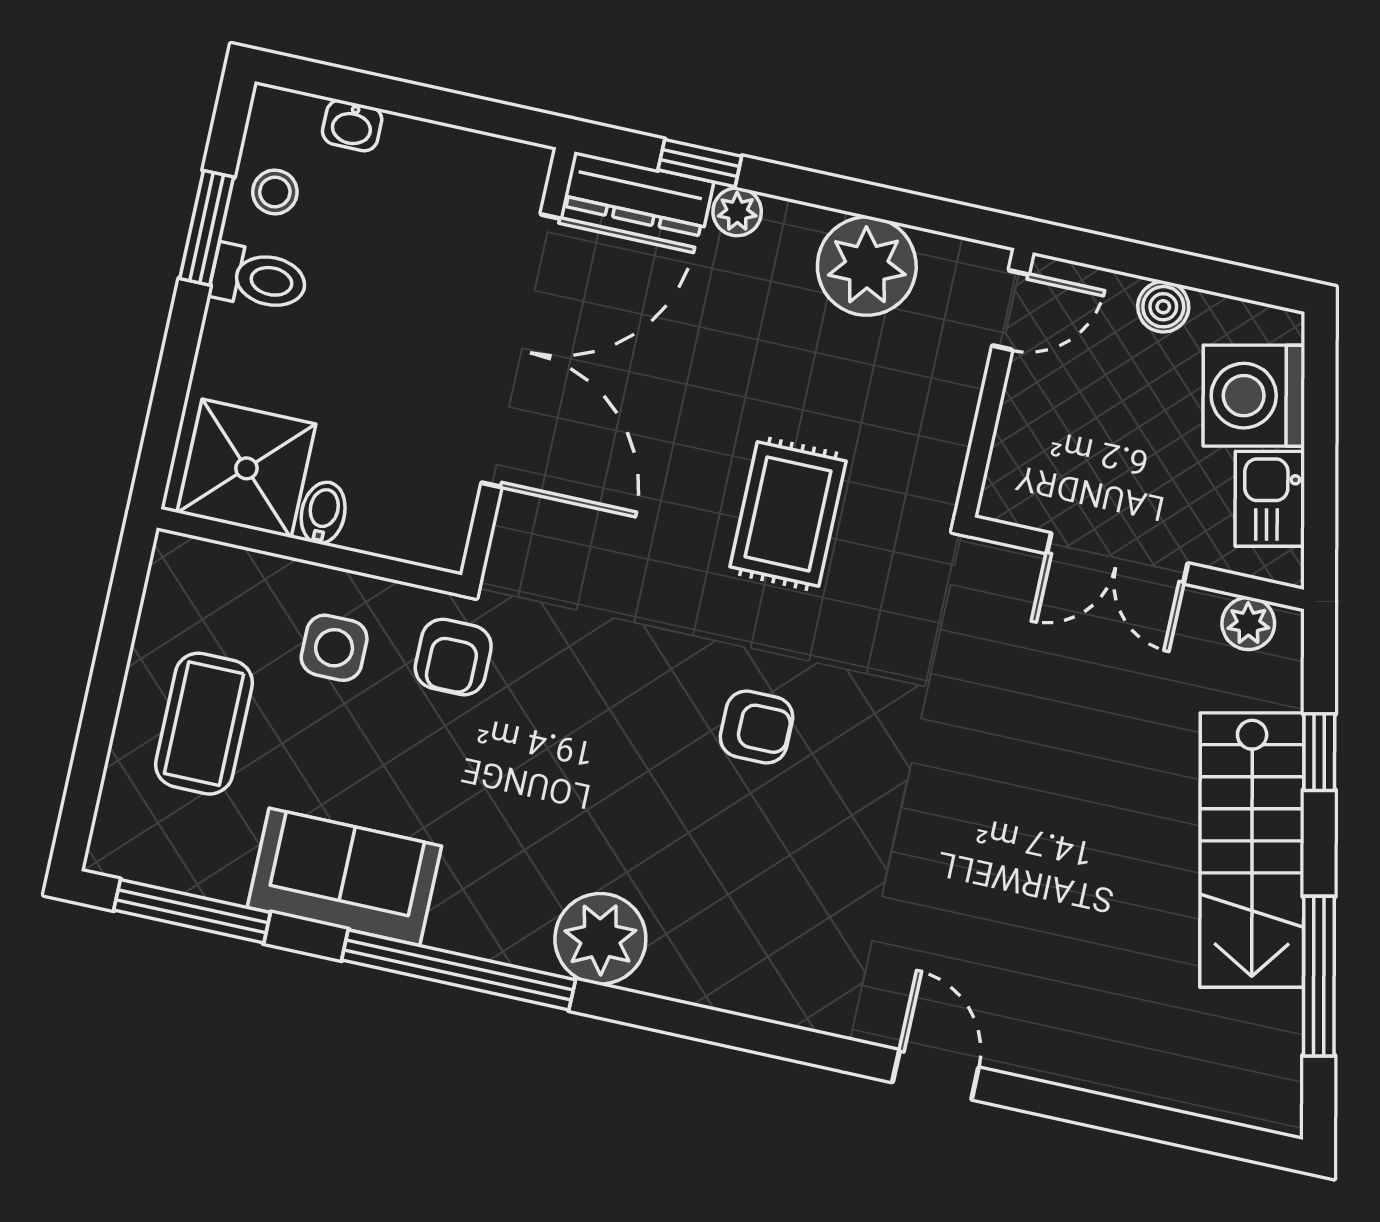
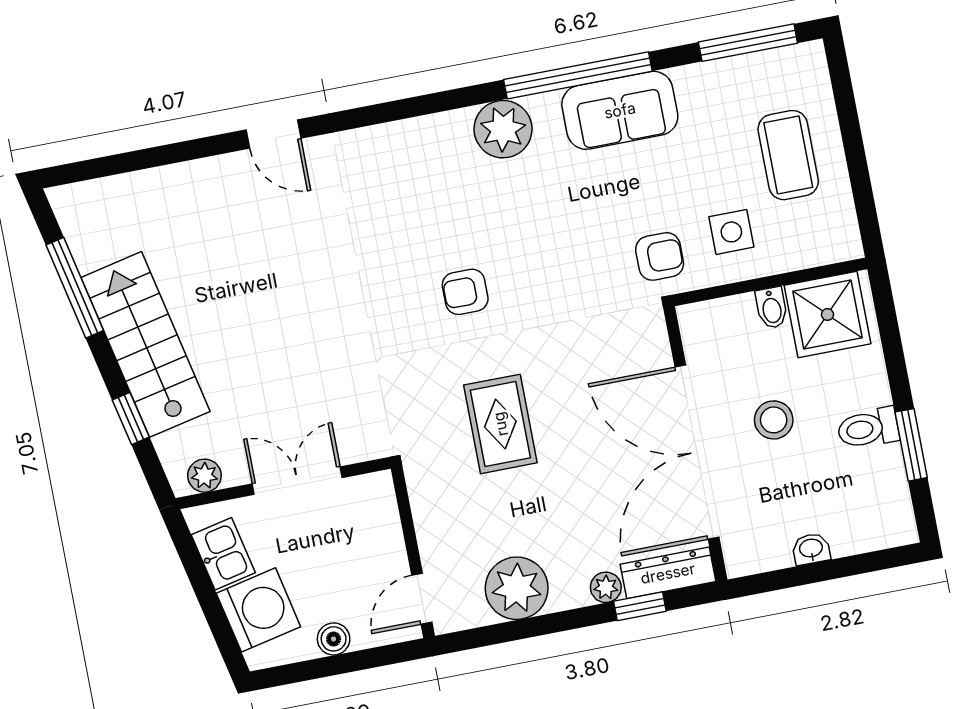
washbasin: (352, 125) -> (811, 549), moved
stool: (275, 192) -> (774, 420), moved, width x1.37, depth x1.37
armchair: (453, 657) -> (660, 256), turned 90
sofa: (344, 877) -> (620, 110), moved

